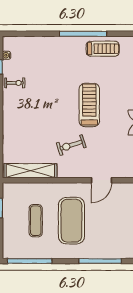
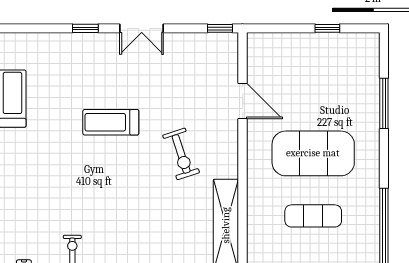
treadmill: (89, 105) -> (111, 122), width x0.73, depth x0.73
window: (100, 261) -> (384, 103), width x0.68

